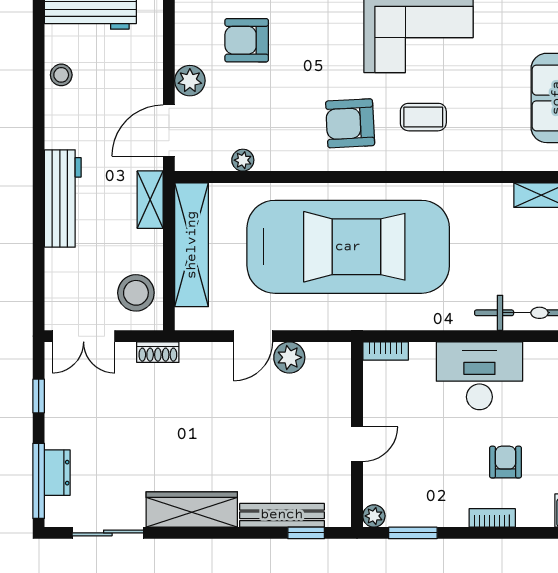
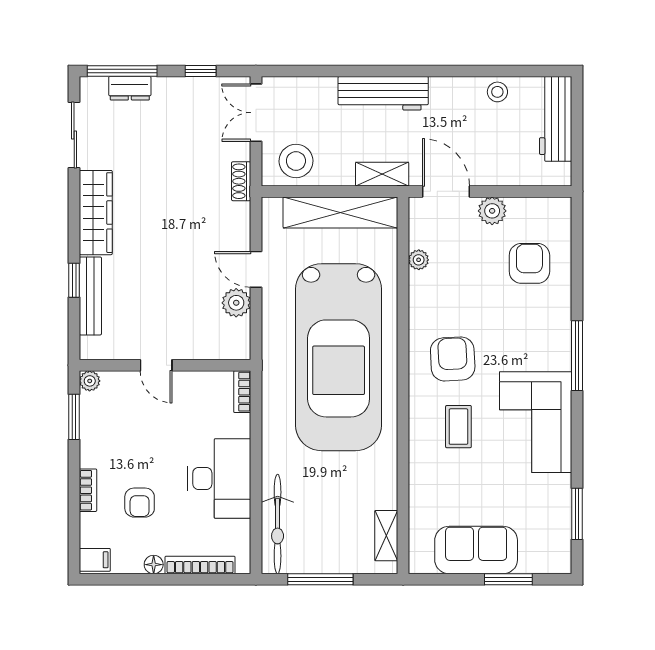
armchair: (506, 462) -> (140, 503), turned 90
window: (306, 533) -> (74, 280), moved

